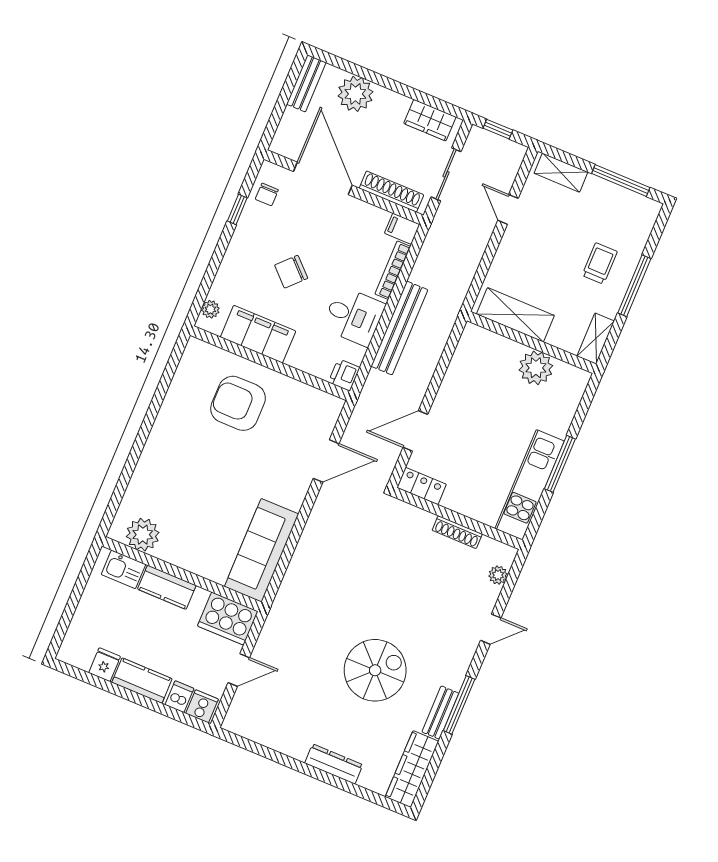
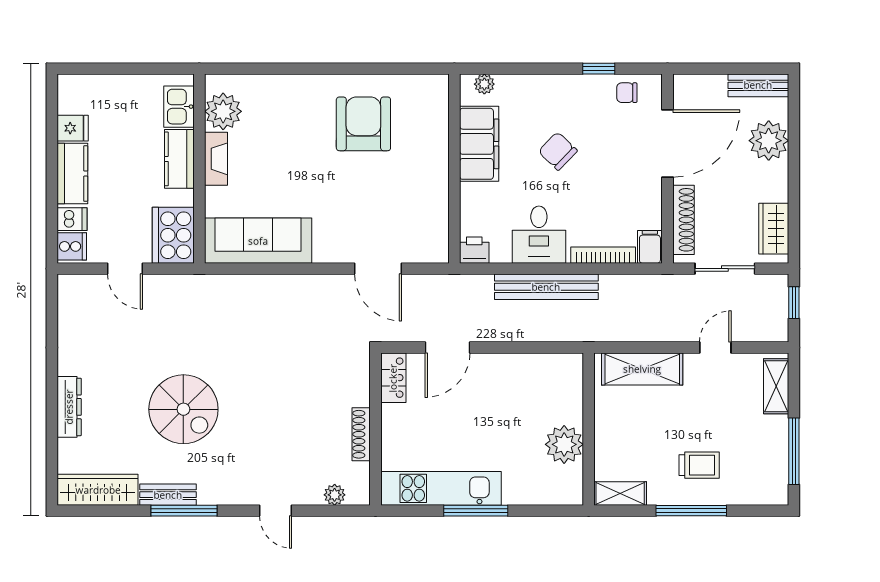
shelving: (515, 315) -> (642, 369), moved, turned 90
armchair: (238, 403) -> (363, 124), moved
door: (415, 431) -> (447, 347), swing flipped
fireplace: (179, 557) -> (216, 159), added

